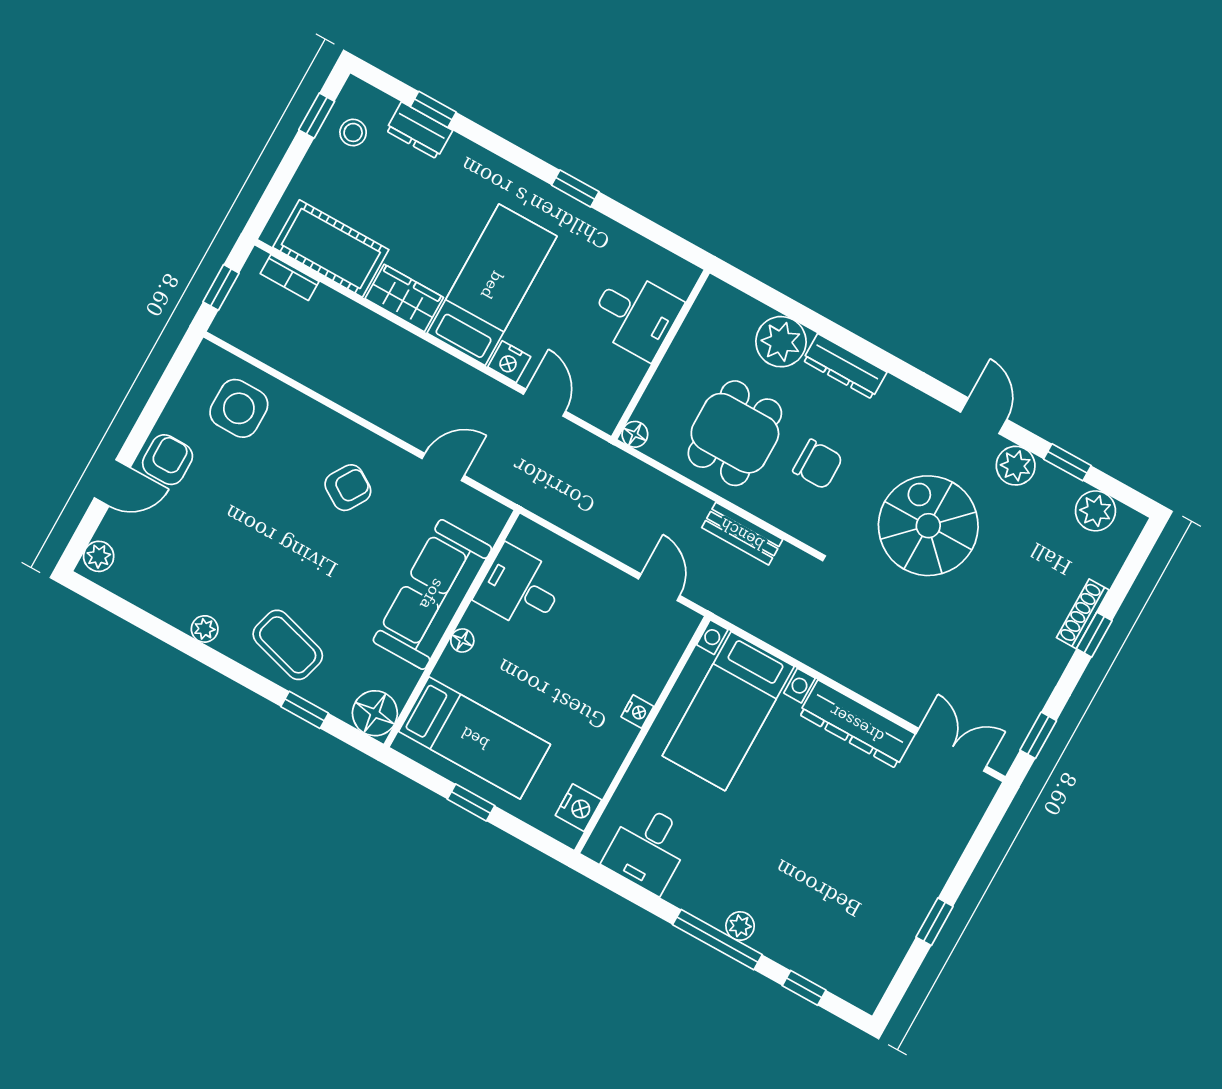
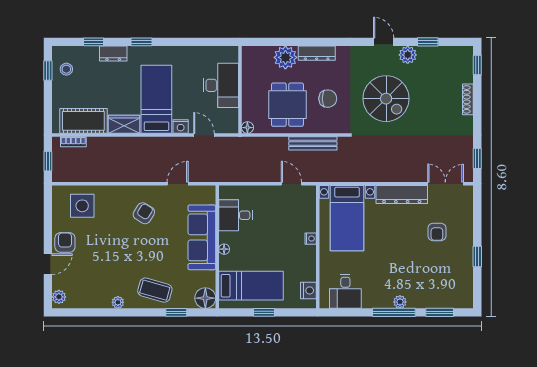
dresser: (419, 130) -> (113, 54), moved
window: (575, 188) -> (142, 42), moved
desk: (635, 315) -> (221, 85), width x1.37
plant: (1095, 511) -> (450, 55), removed
spiral stairs: (928, 526) -> (386, 99), turned 180
bench: (742, 534) -> (313, 143), width x1.36
window: (1094, 635) -> (477, 65), moved
armchair: (884, 832) -> (437, 232), added
window: (804, 988) -> (440, 312), width x1.50

